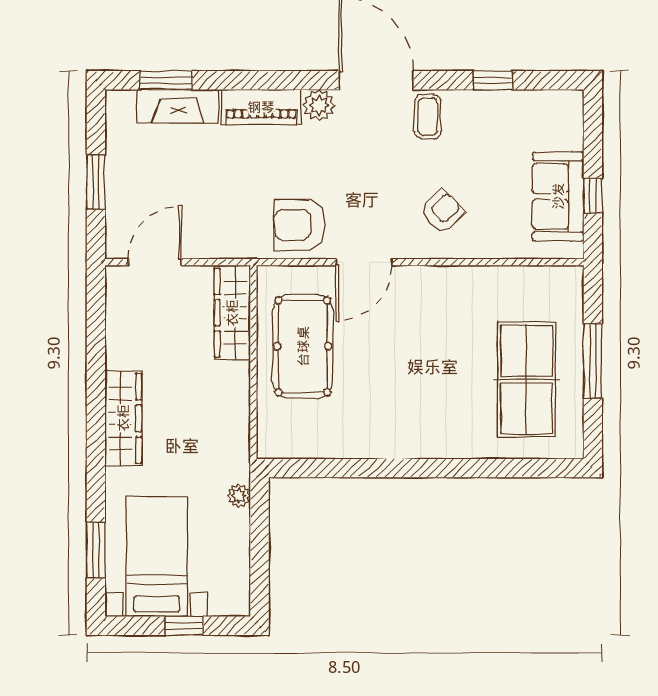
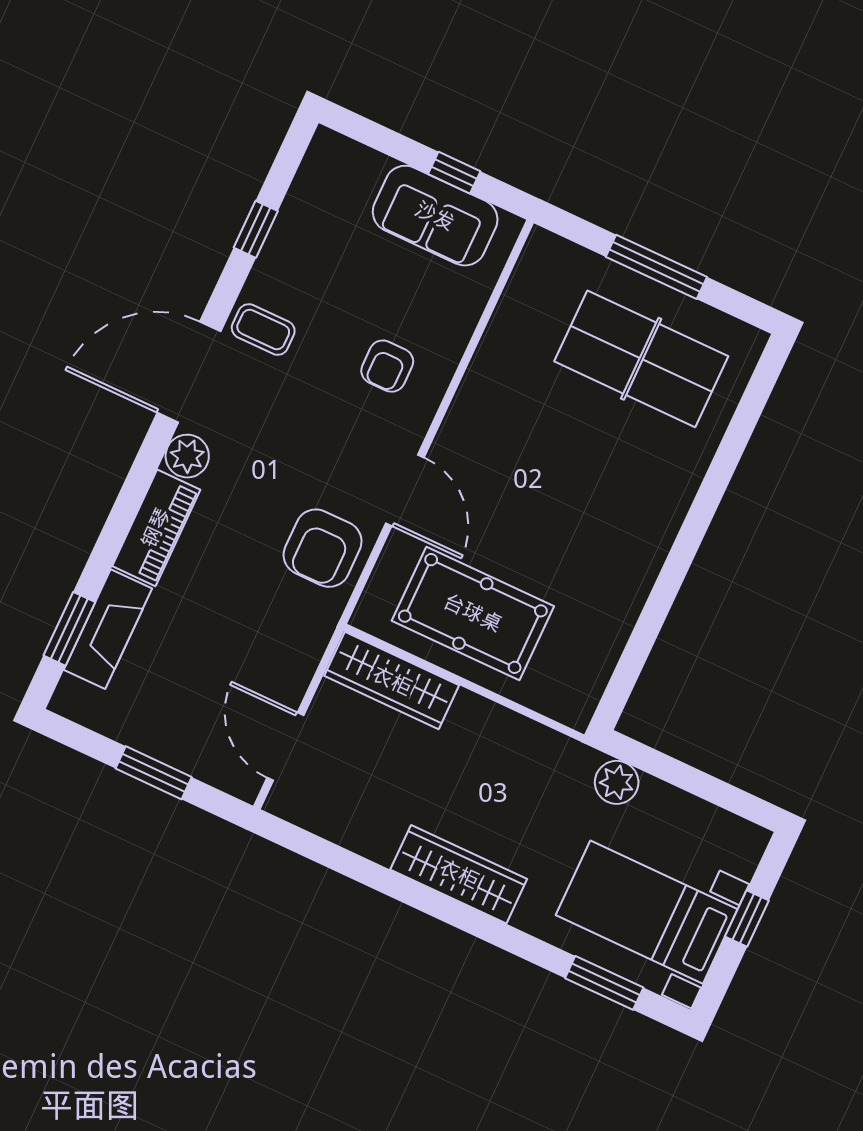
armchair: (442, 211) -> (387, 366), turned -135
plant: (239, 496) -> (617, 782), width x1.38, depth x1.38

